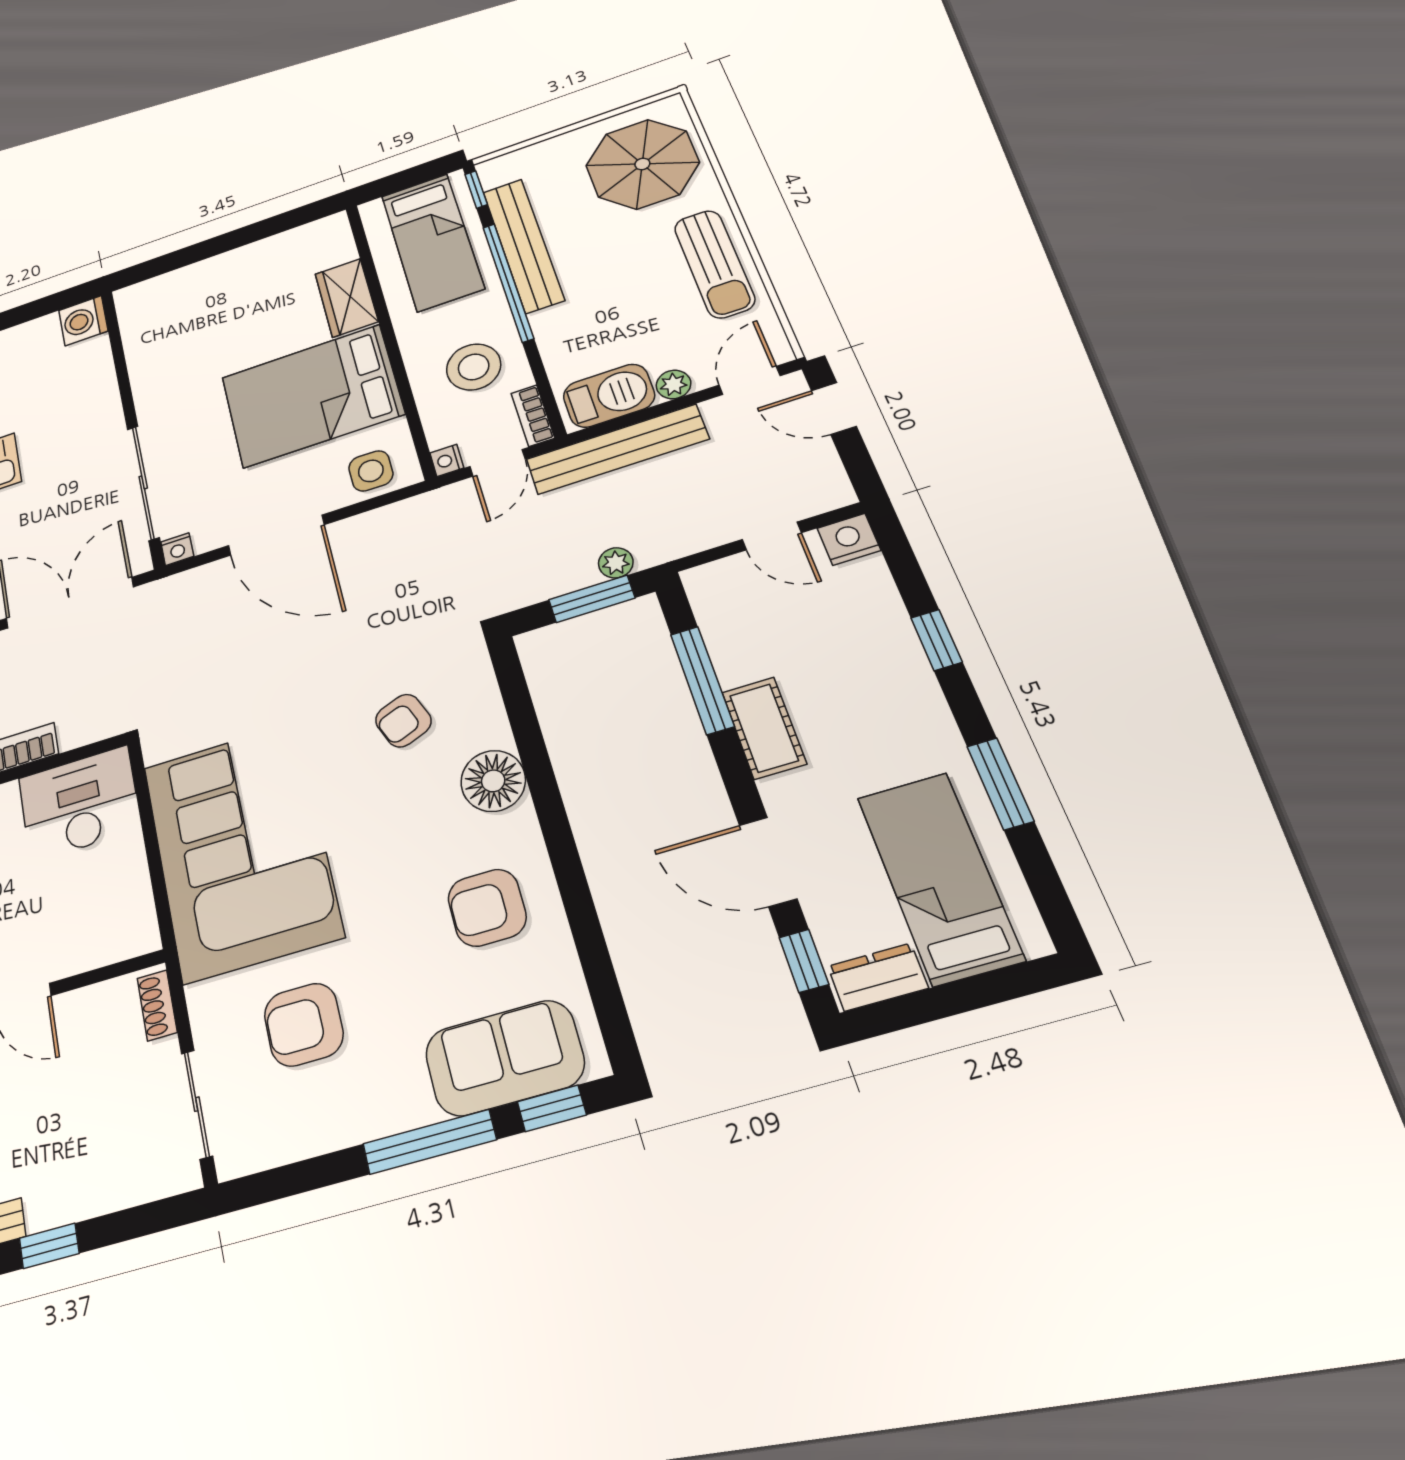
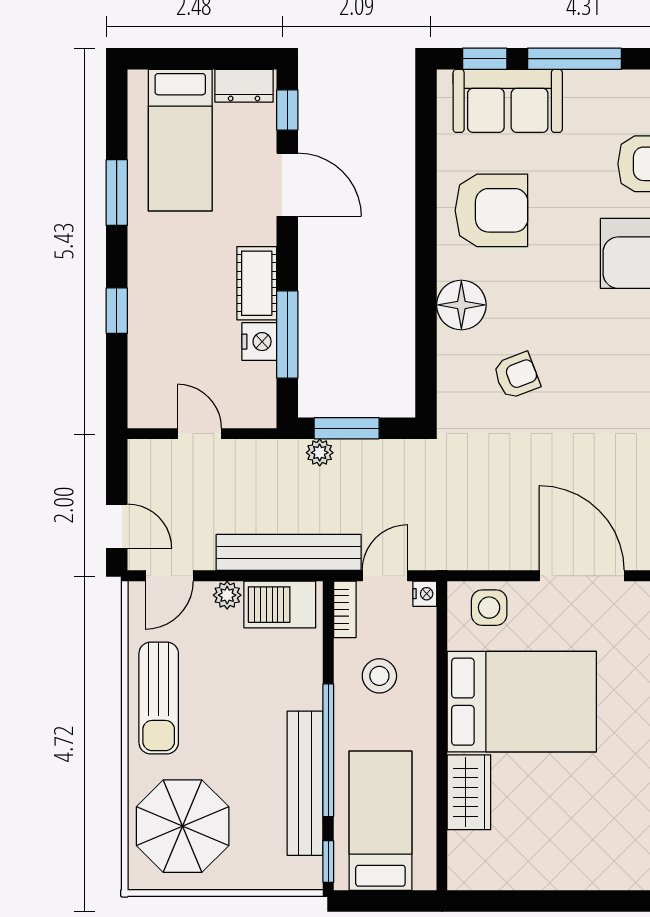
sun lounger: (714, 264) -> (159, 698), turned 180
stool: (474, 367) -> (379, 676), width x0.73, depth x0.73
nightstand: (849, 539) -> (259, 342), moved, turned -90
armchair: (487, 908) -> (491, 210), width x1.36, depth x1.36

